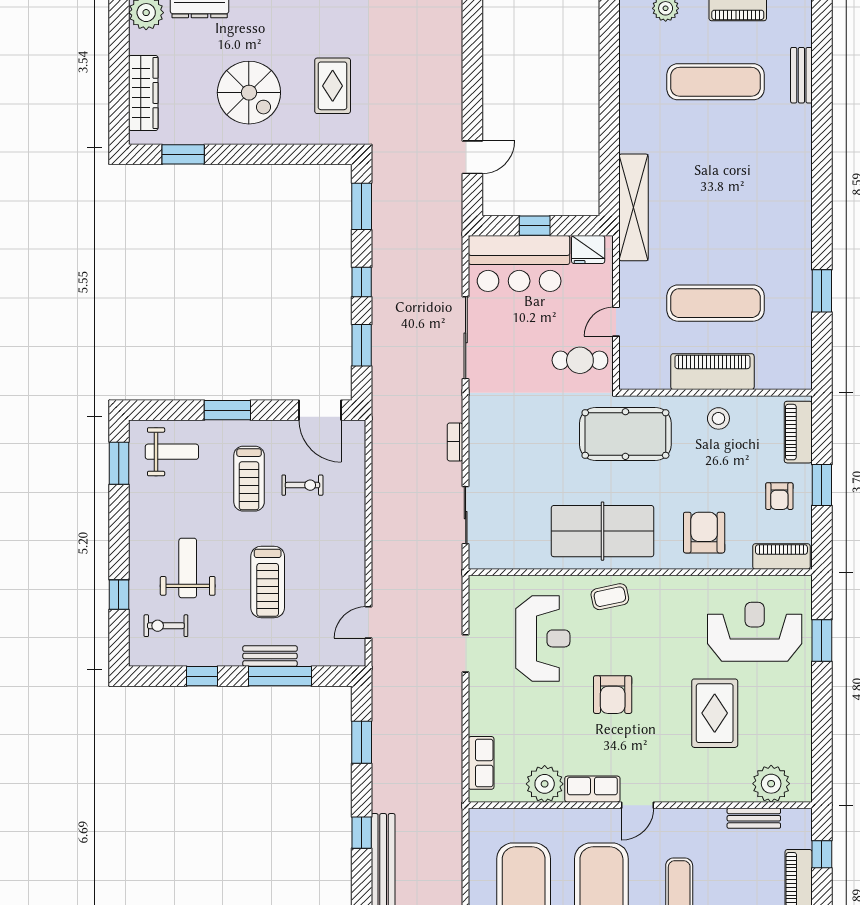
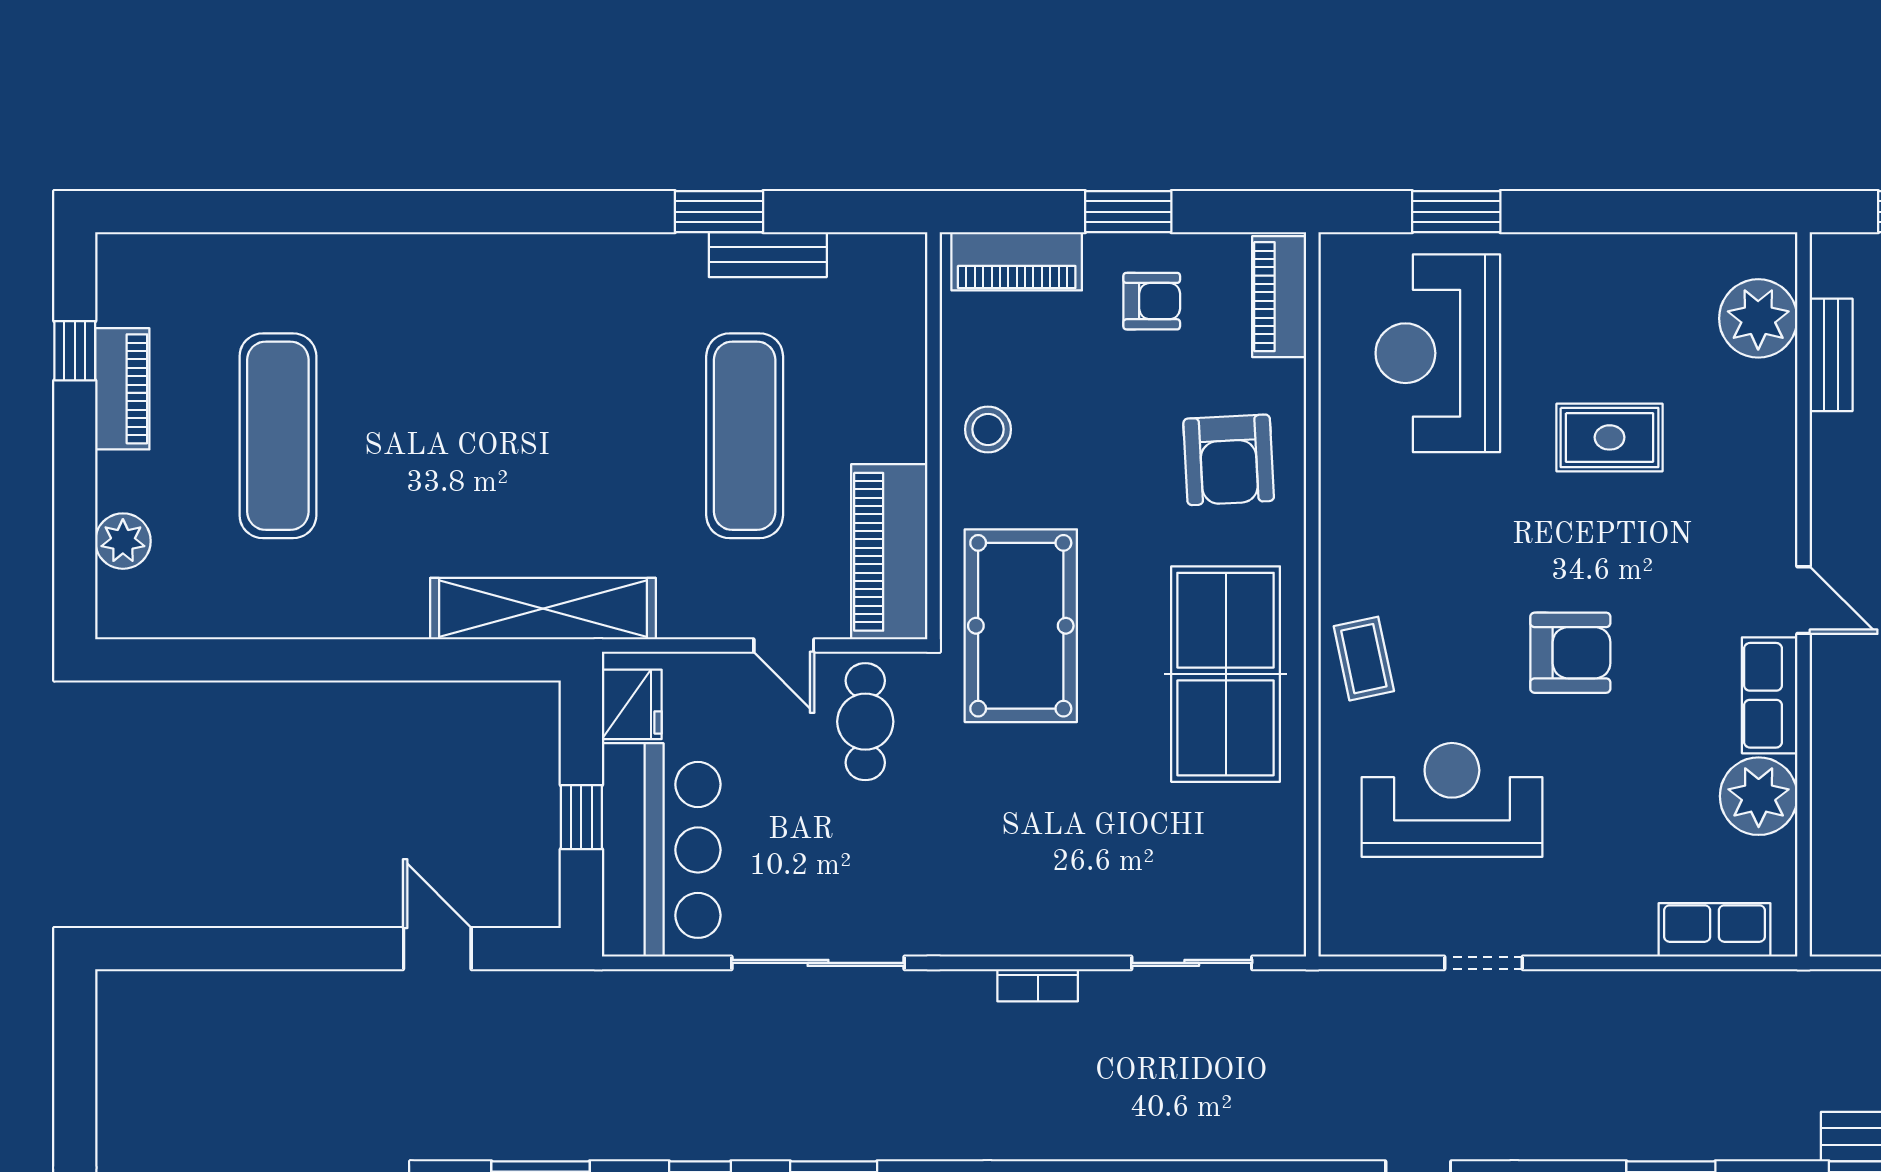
bench: (801, 75) -> (768, 255), moved
piano: (712, 372) -> (889, 552), moved
armchair: (704, 533) -> (1229, 460), turned -93
rug: (715, 713) -> (1610, 437), width x0.73, depth x0.70

